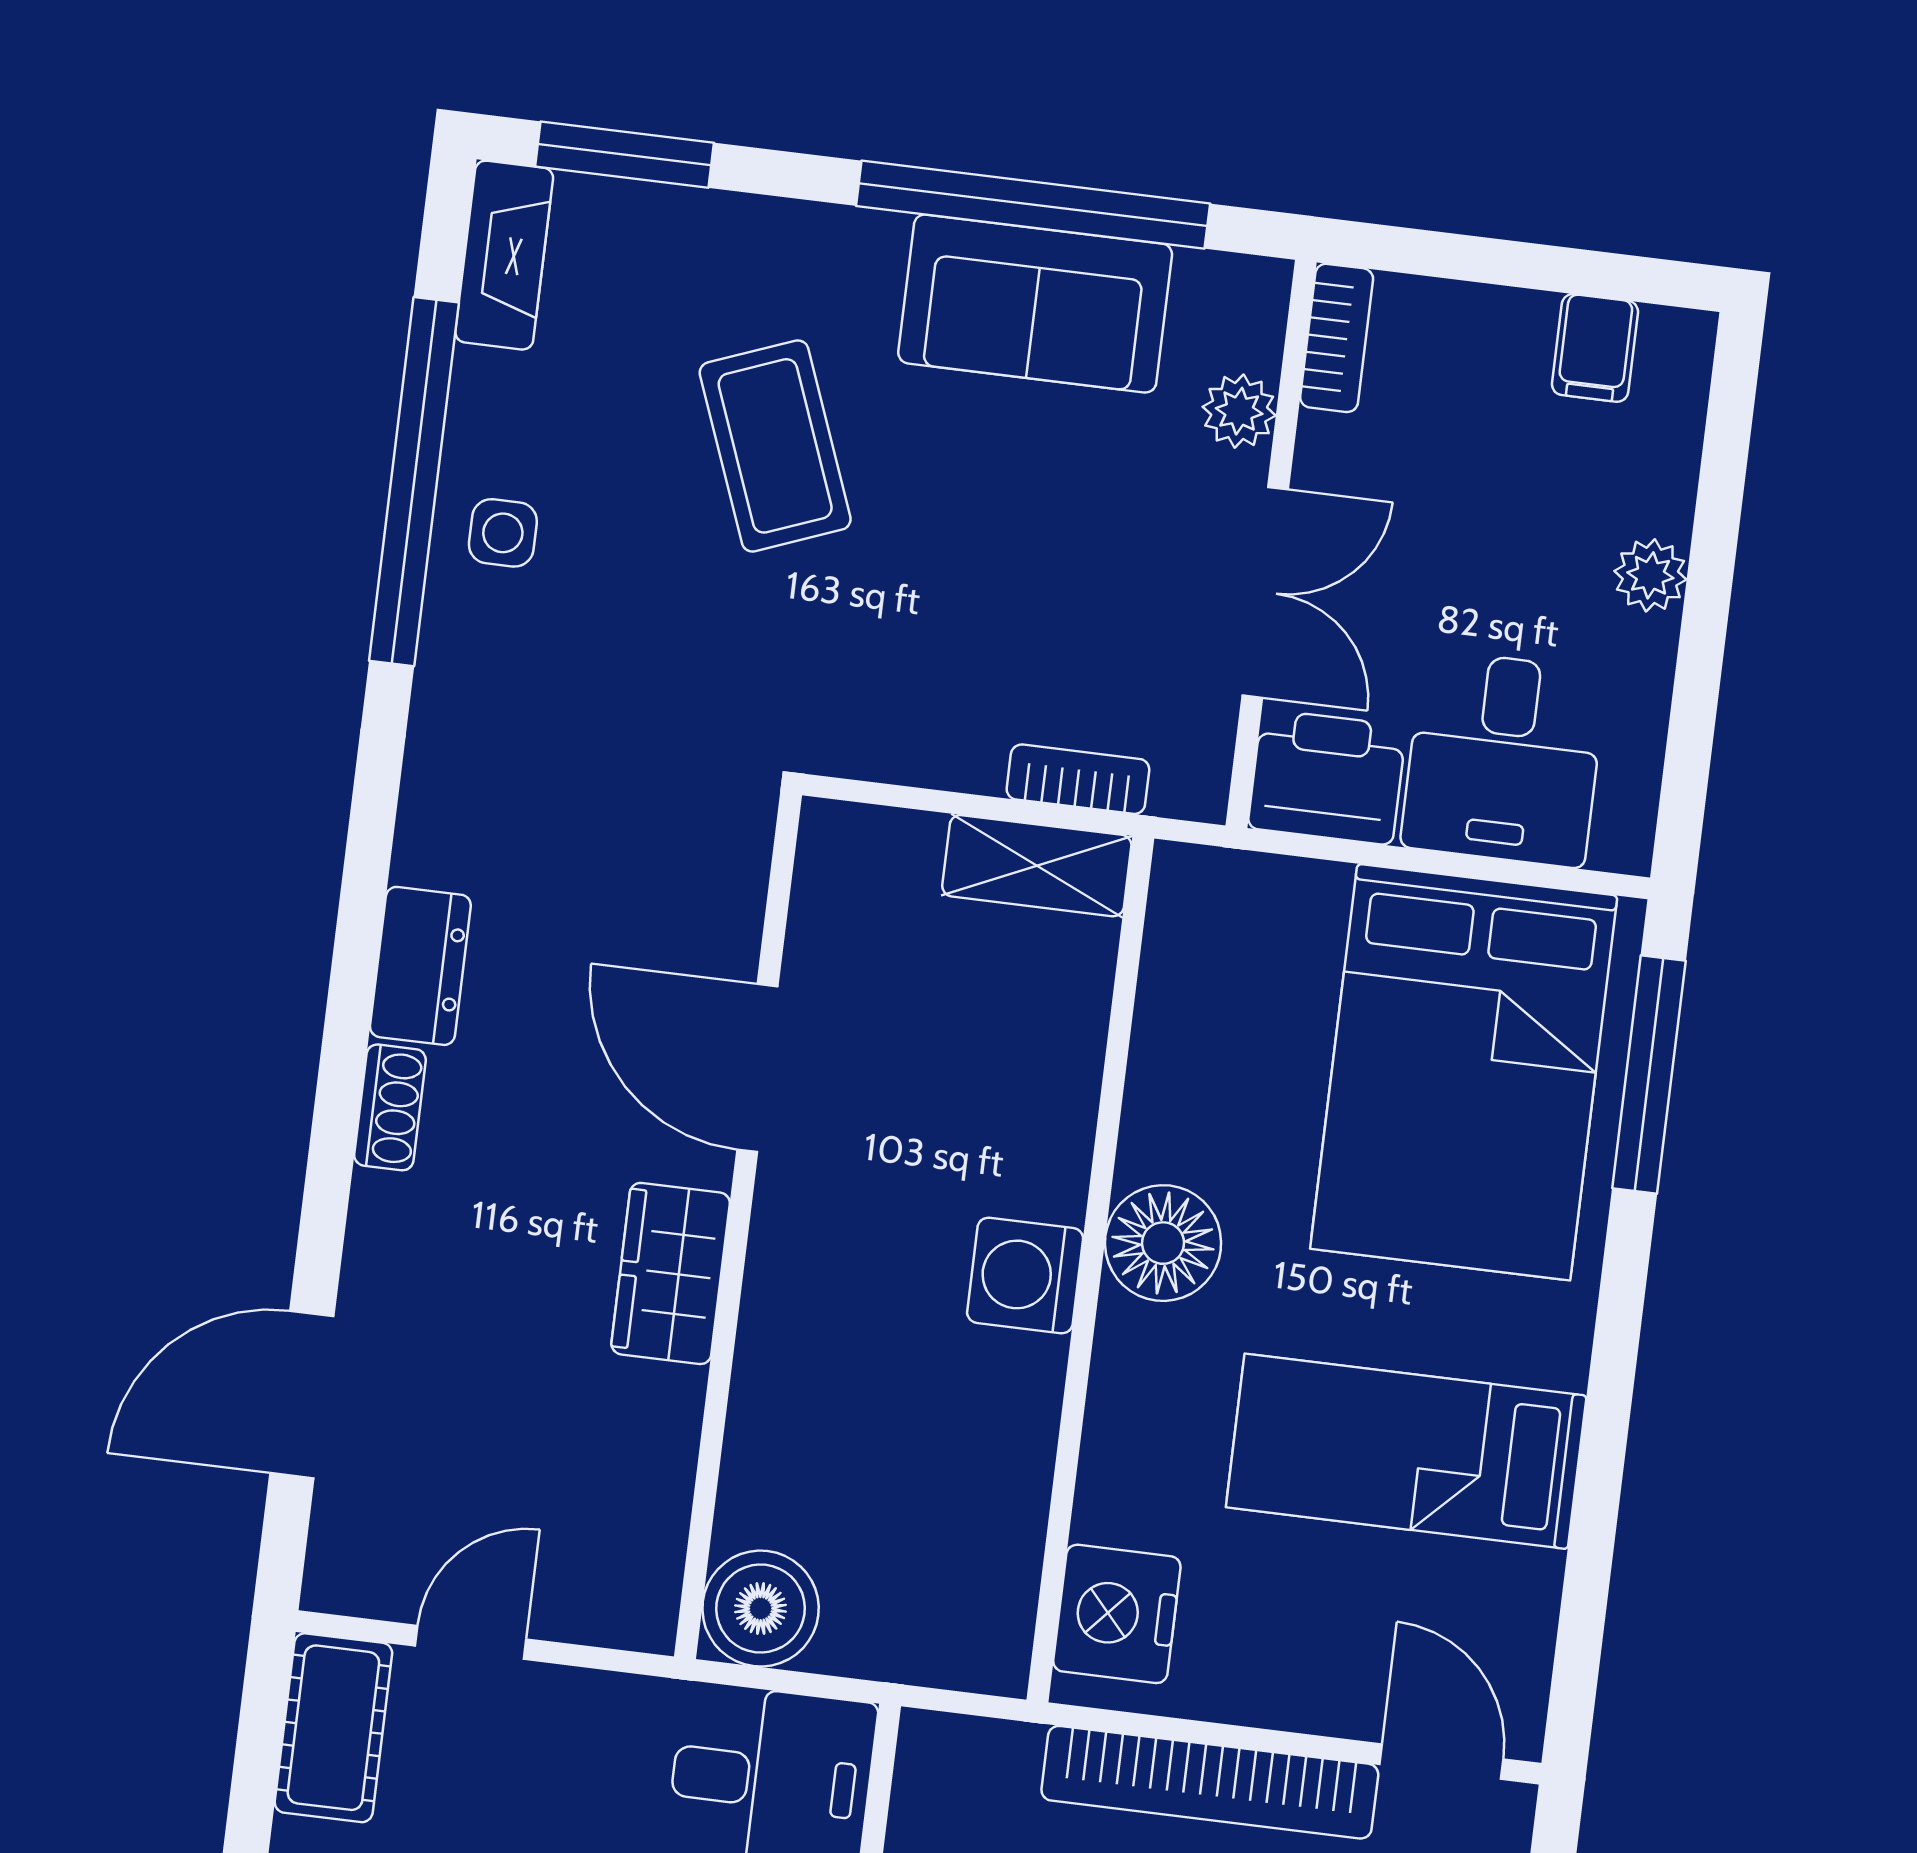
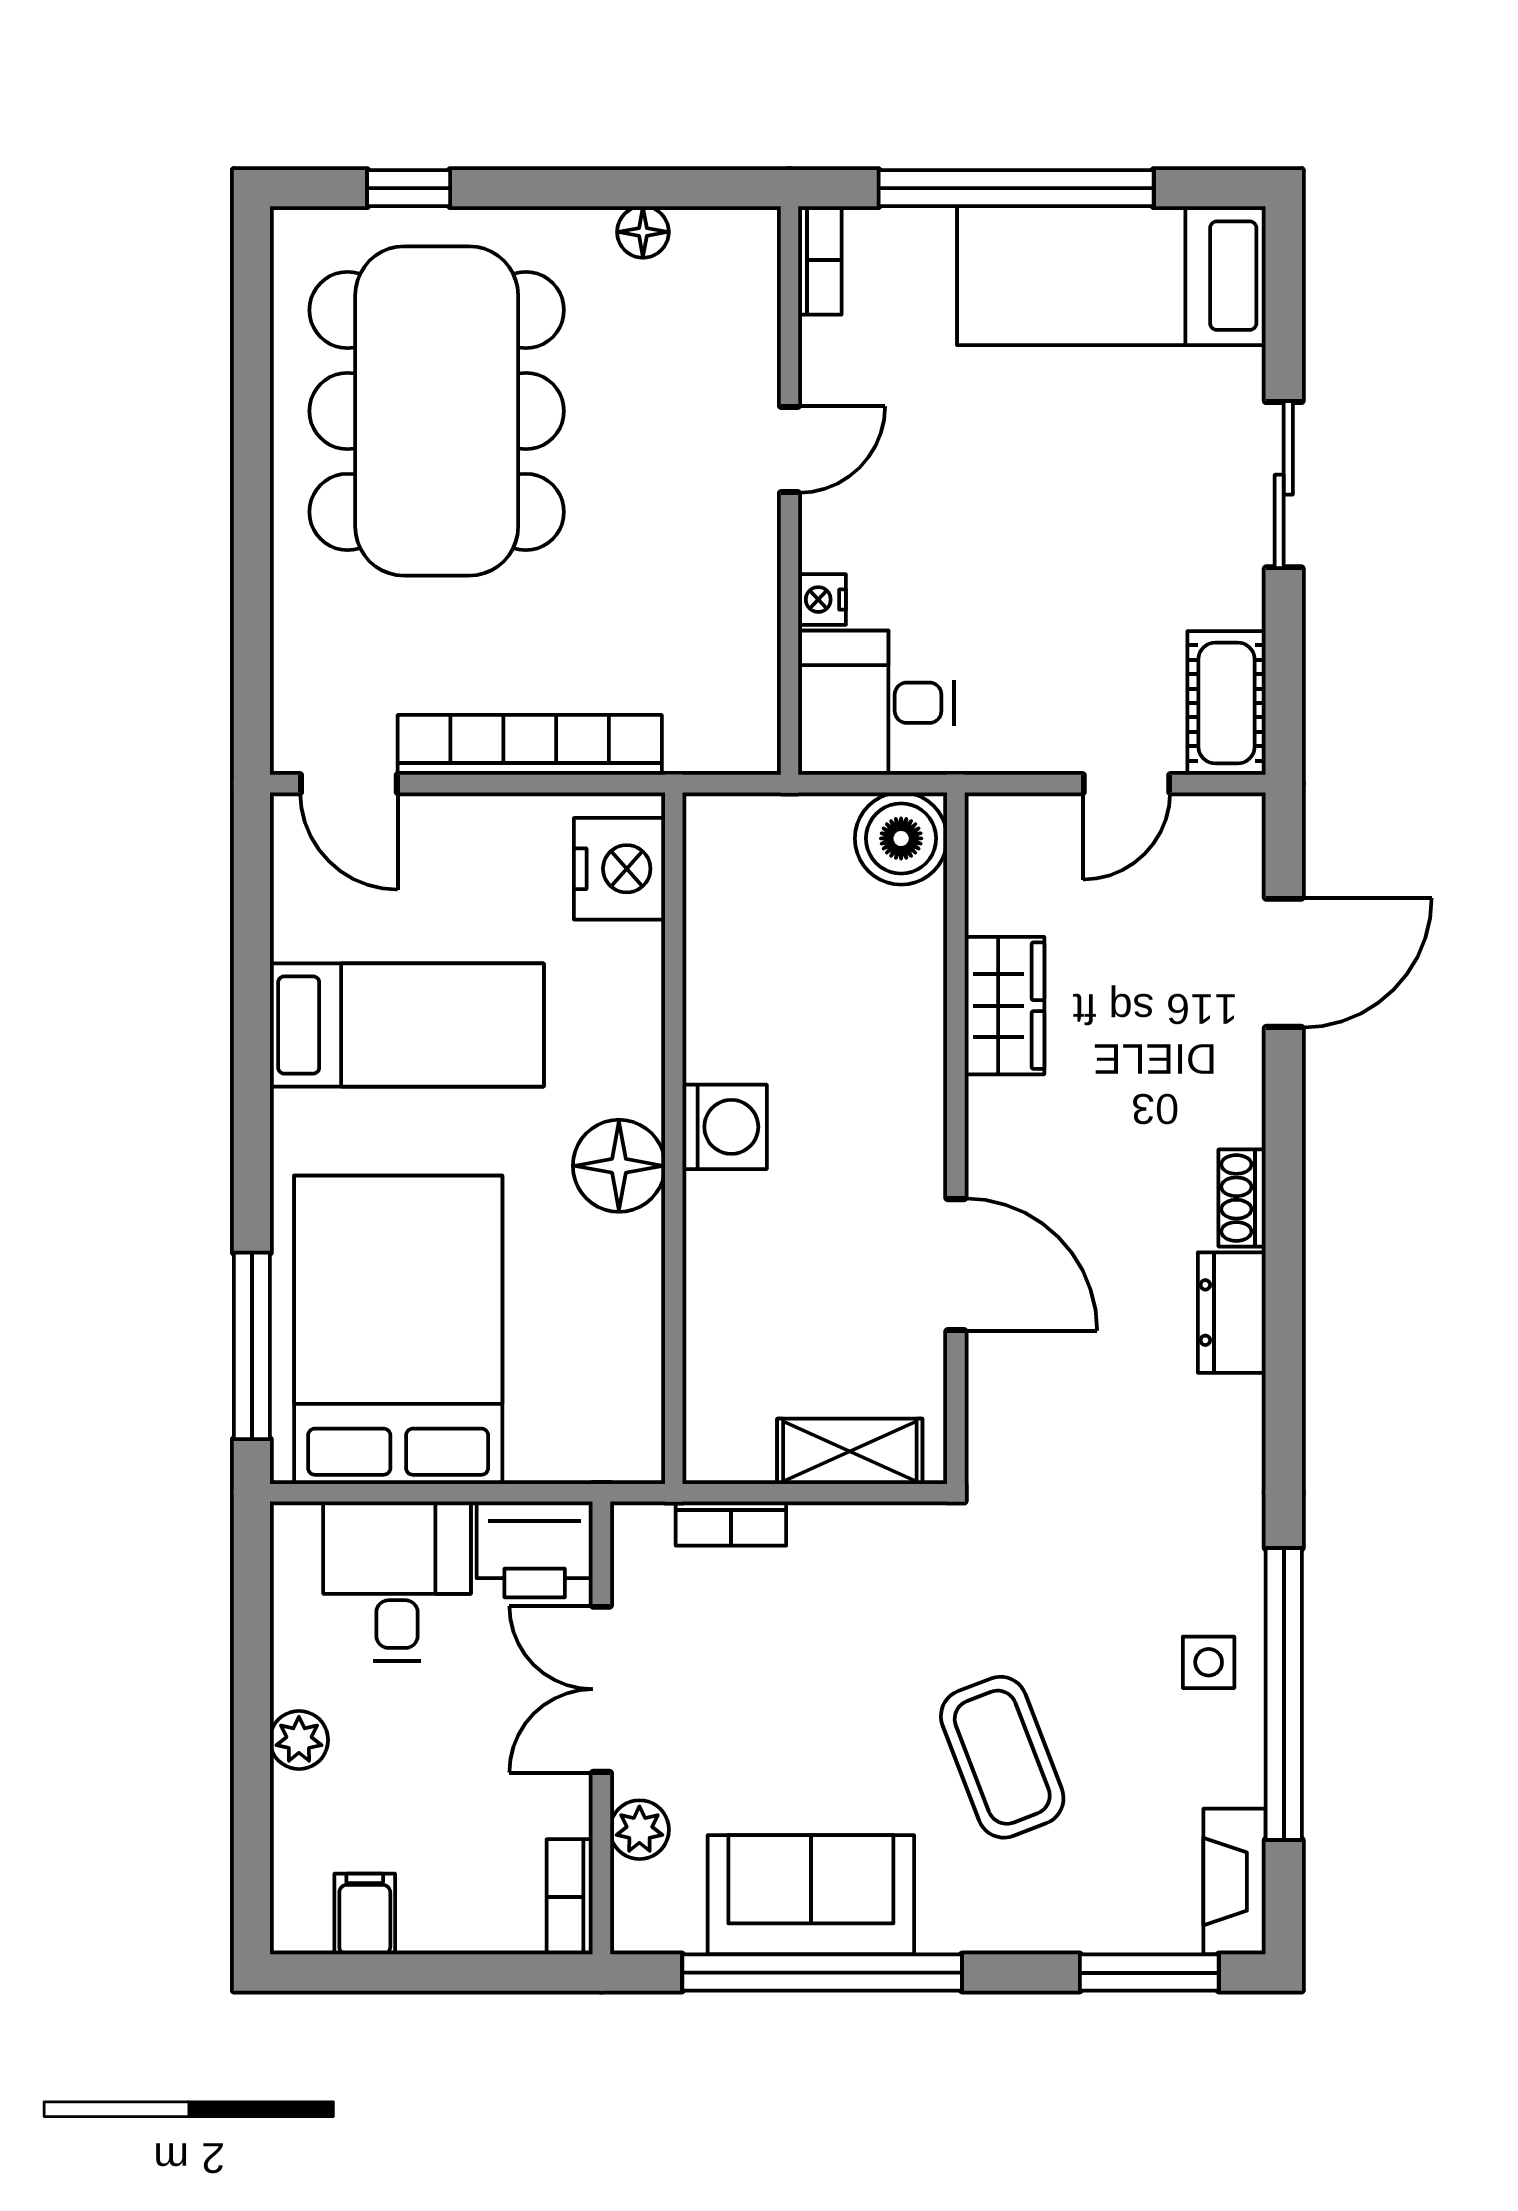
shelving: (1037, 866) -> (850, 1451), moved
wardrobe: (671, 1273) -> (1004, 1006), moved

